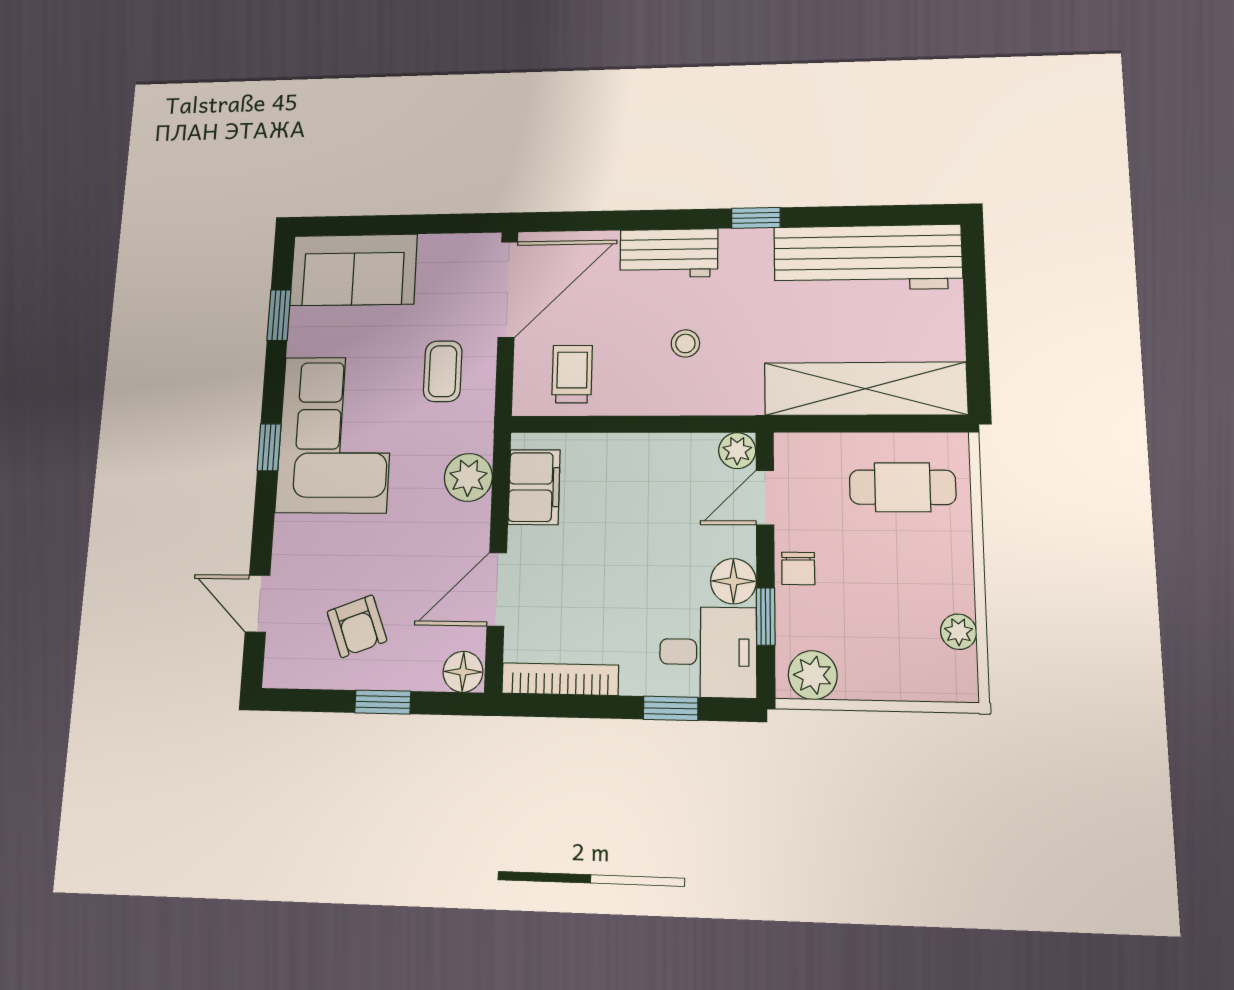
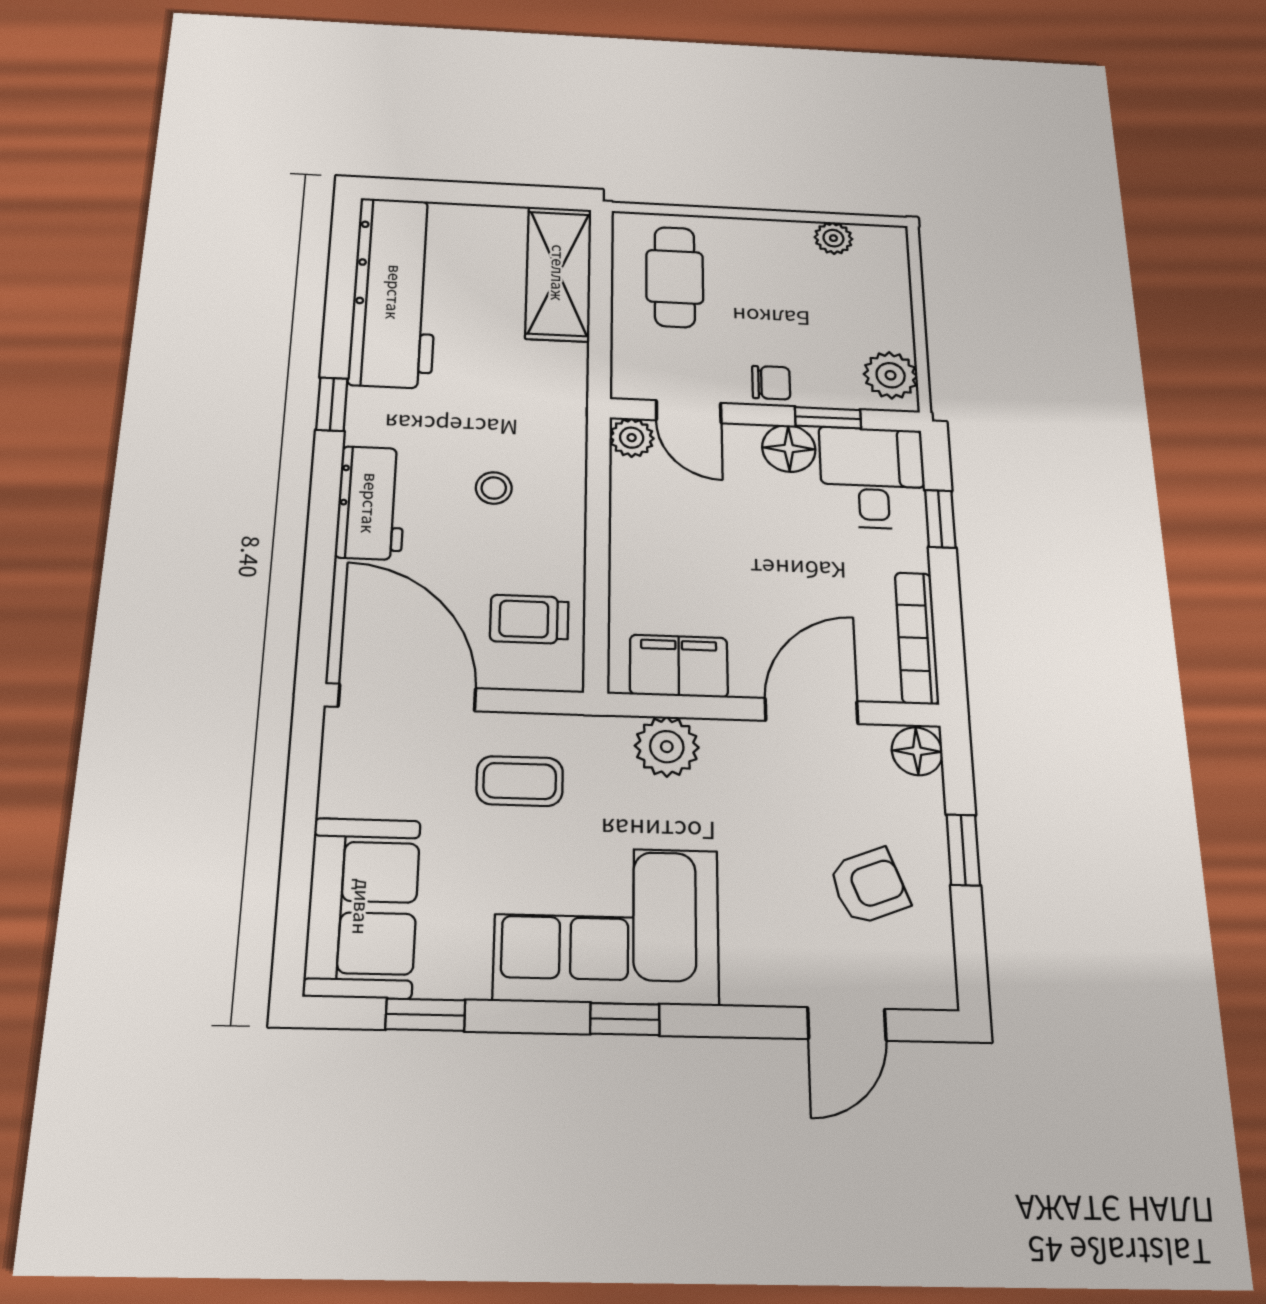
shelving: (865, 389) -> (559, 273), width x0.68
door: (497, 589) -> (811, 711), swing flipped

